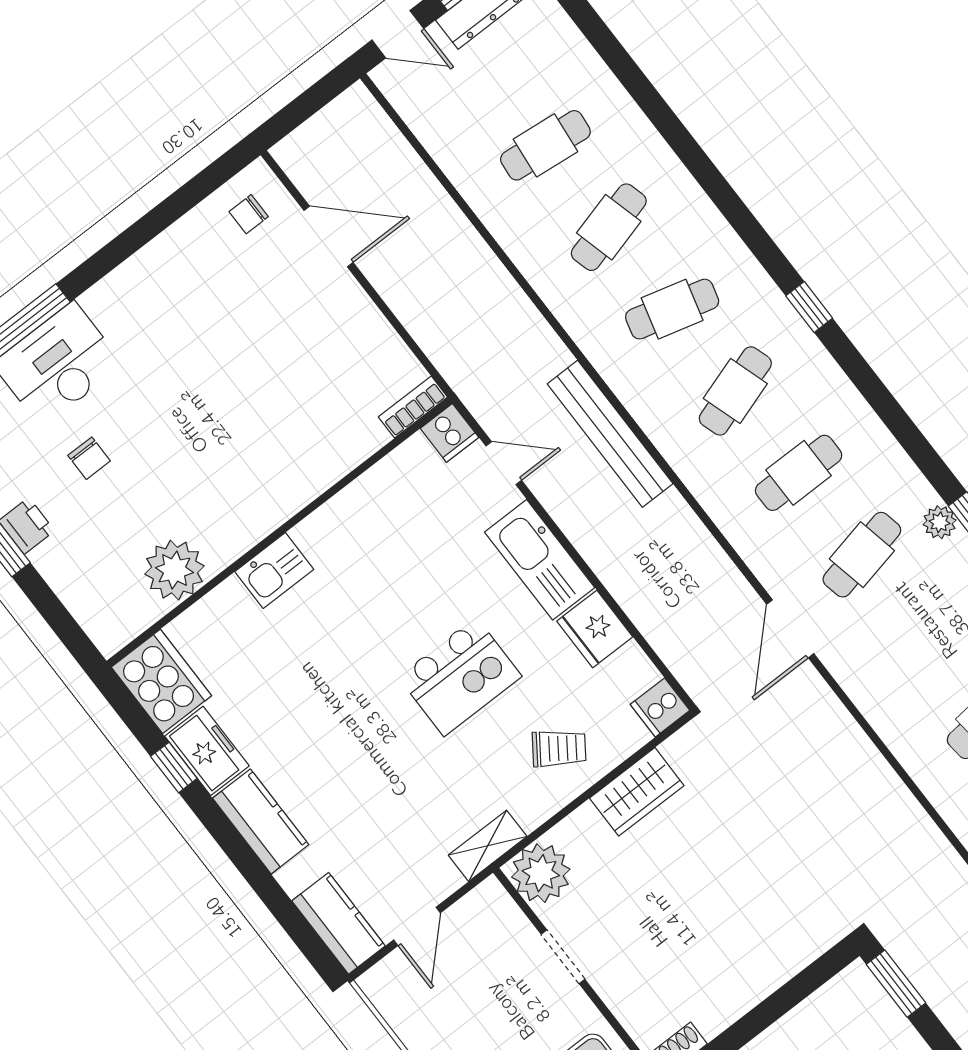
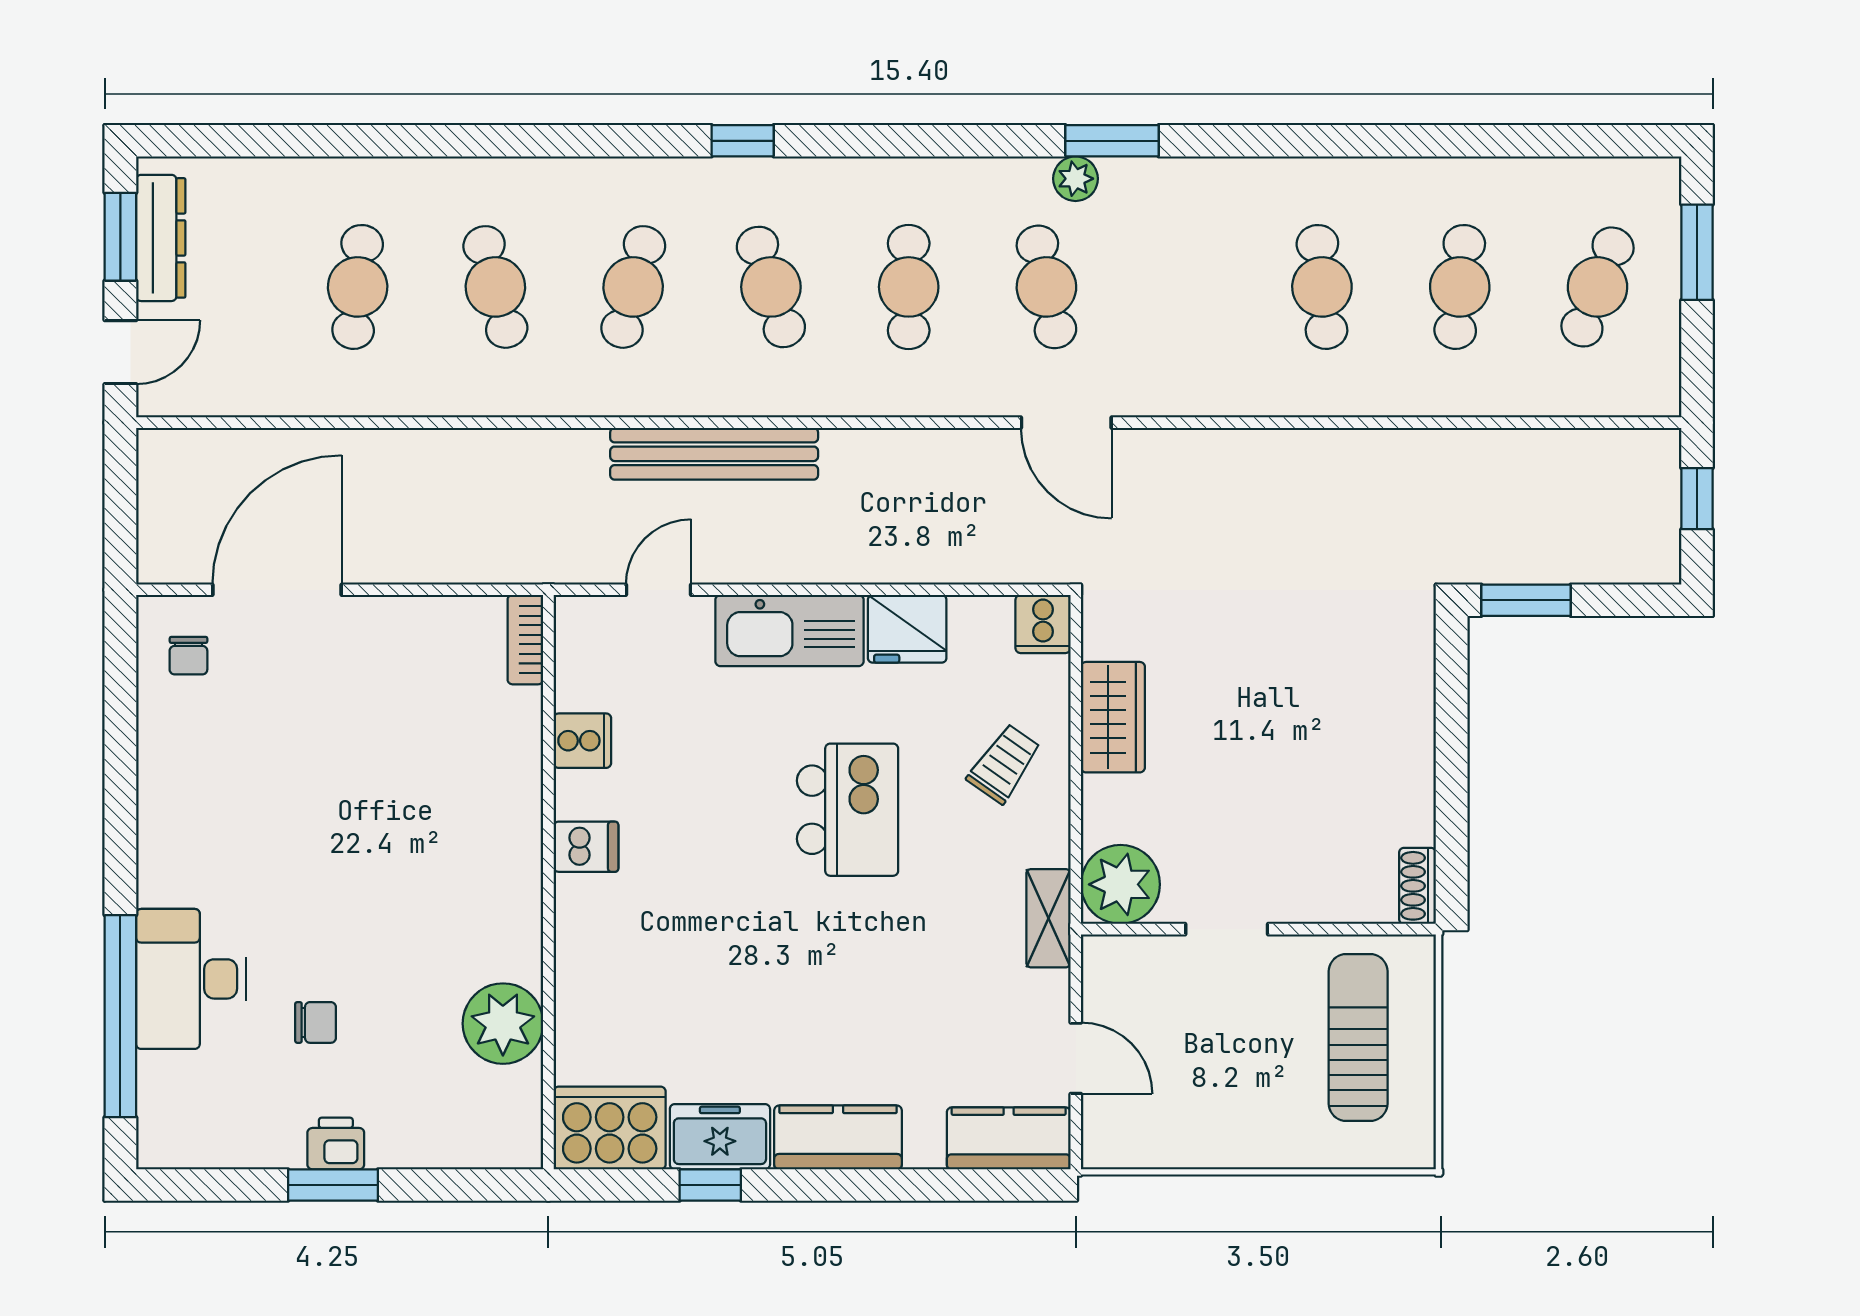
door: (328, 236) -> (277, 590), width x1.36
cooker: (449, 433) -> (582, 741), moved
dishwasher: (318, 538) -> (586, 847), added
kitchen sink: (274, 570) -> (585, 919), removed

